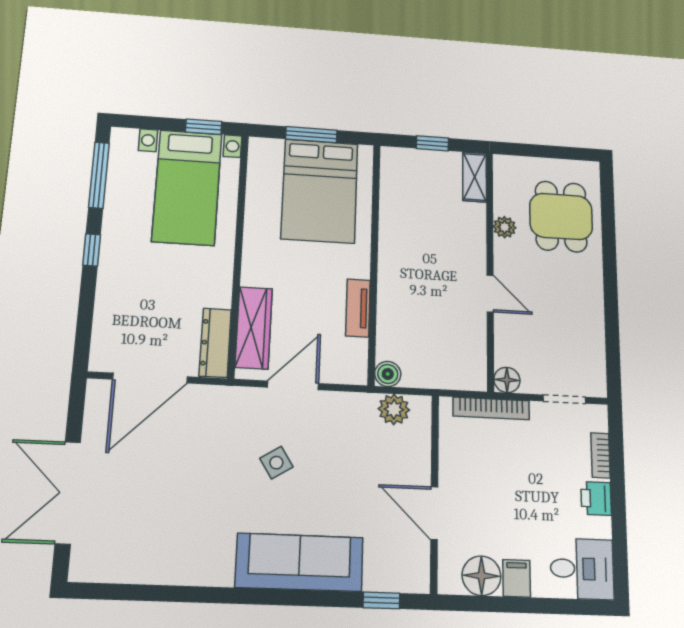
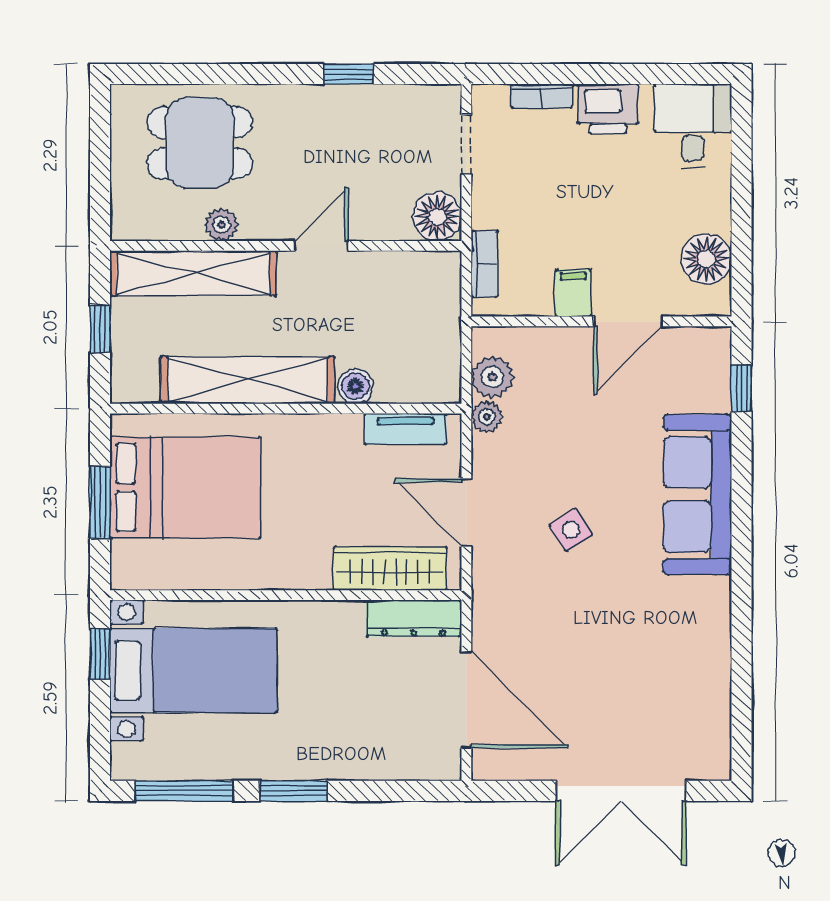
shelving: (475, 177) -> (193, 273), width x2.20, depth x1.33
shelving: (395, 238) -> (248, 380), added
window: (92, 250) -> (293, 791), width x1.50
tv unit: (358, 308) -> (405, 429), moved
window: (612, 319) -> (348, 74), added
boiler: (388, 374) -> (355, 386), moved
floor lamp: (507, 380) -> (437, 217), width x1.38, depth x1.38
plant: (364, 404) -> (487, 417), added
bookcase: (491, 408) -> (484, 264), width x0.64
printer: (596, 498) -> (608, 109), width x1.36, depth x1.24
filing cabinet: (517, 578) -> (573, 293), moved, turned 90

